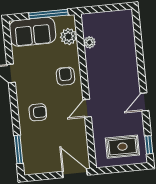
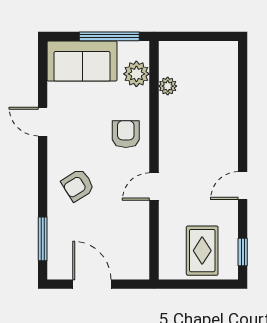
armchair: (38, 112) -> (78, 185), turned 148
rug: (122, 147) -> (202, 251), turned 90
door: (75, 173) -> (92, 284), moved

